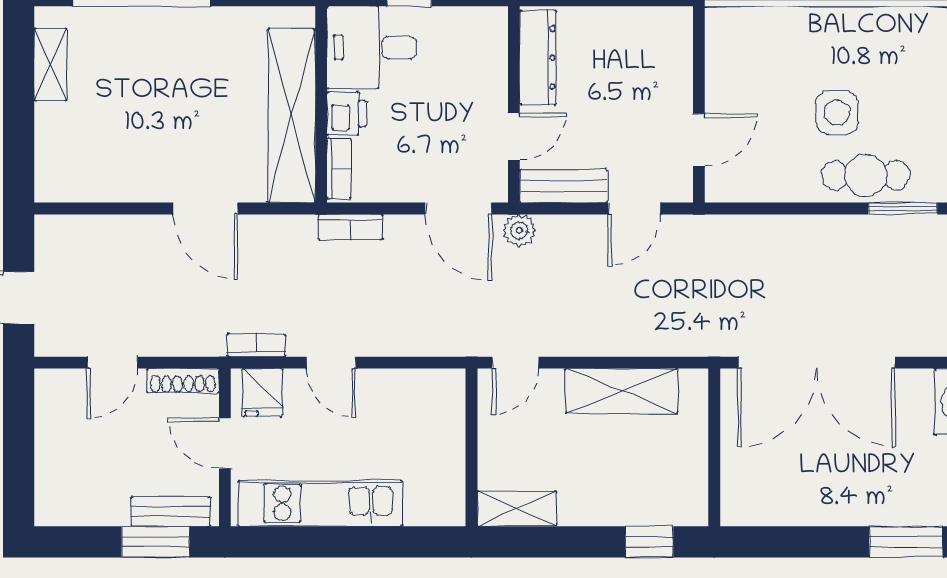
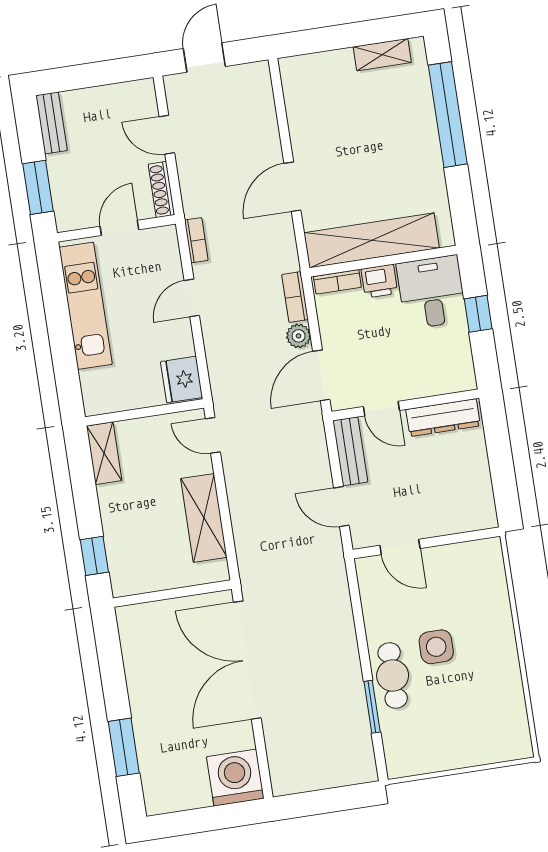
plant: (519, 230) -> (299, 336), moved
fridge: (262, 392) -> (182, 379), moved, width x1.38
bench: (171, 511) -> (51, 123), moved

